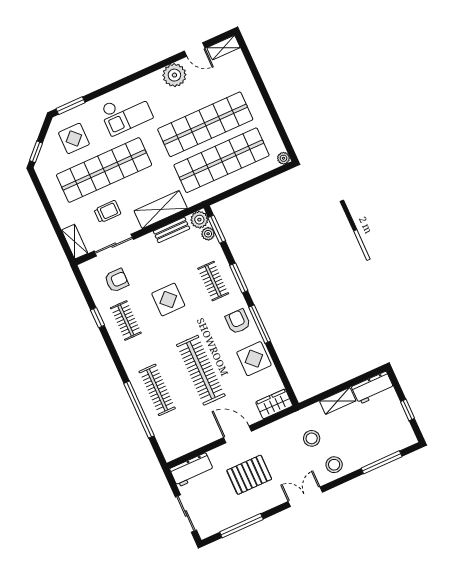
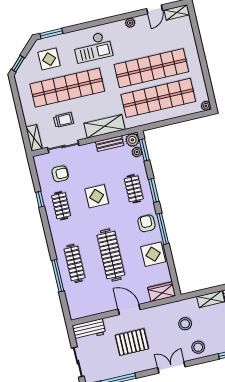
door: (195, 49) -> (155, 9), hinge flipped
plant: (174, 75) -> (130, 23), width x0.53, depth x0.53
window: (139, 410) -> (58, 276), width x0.68

